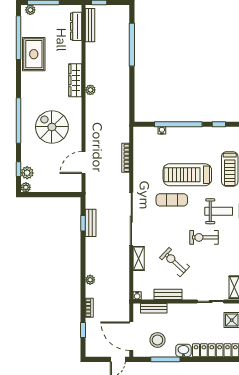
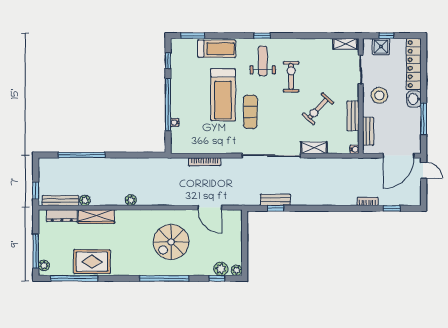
wardrobe: (75, 80) -> (96, 217), moved
exercise bike: (204, 237) -> (291, 77), turned 180
plant: (90, 280) -> (85, 200), moved
stool: (157, 340) -> (379, 95), moved

